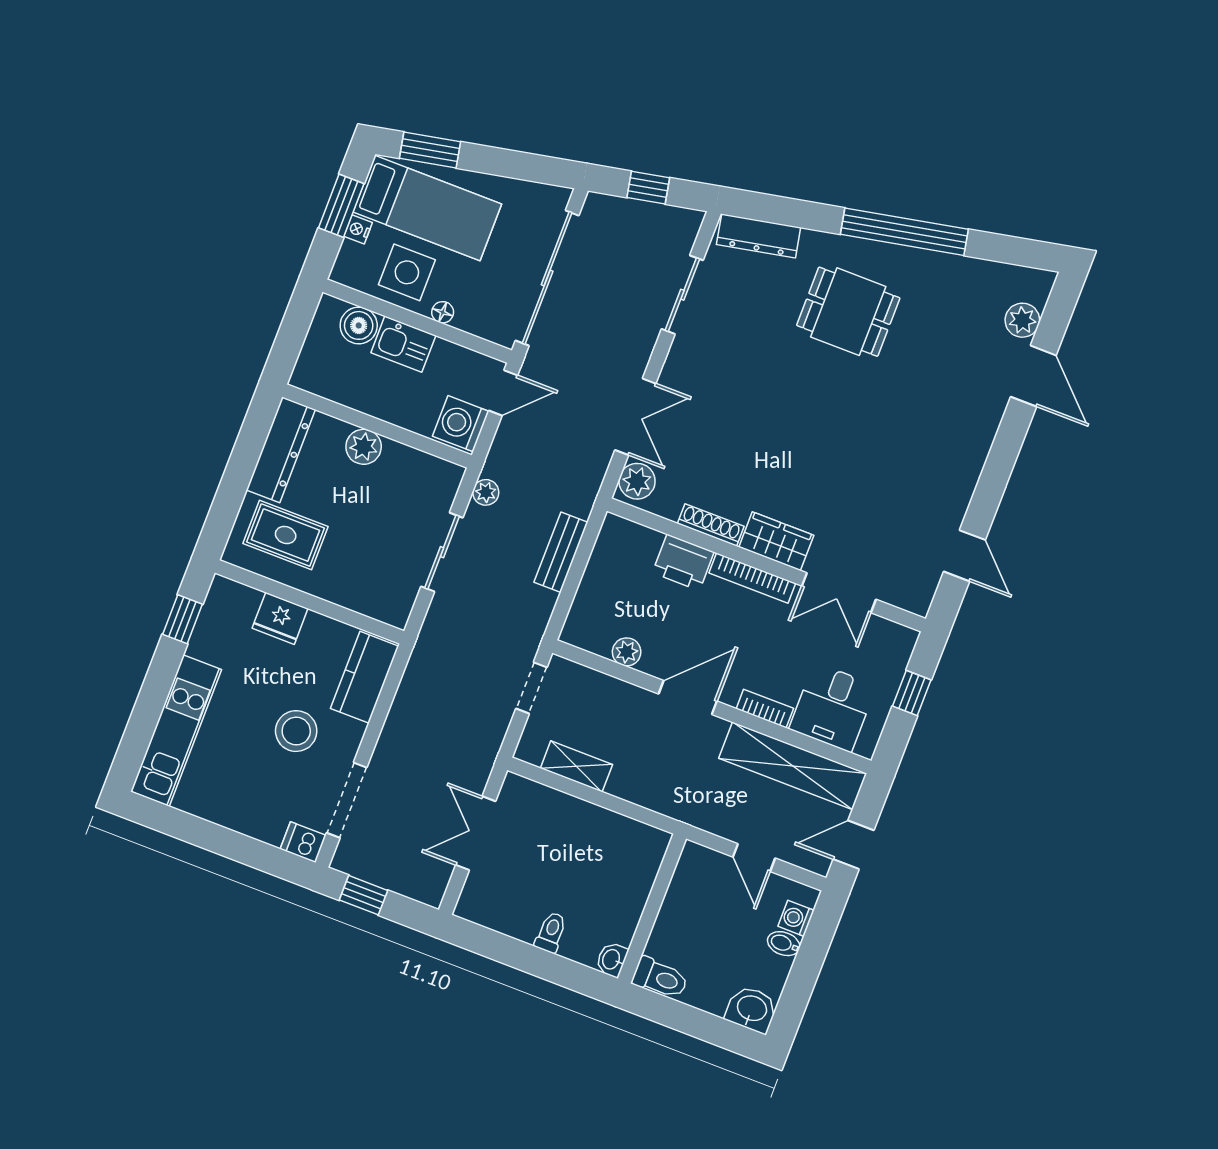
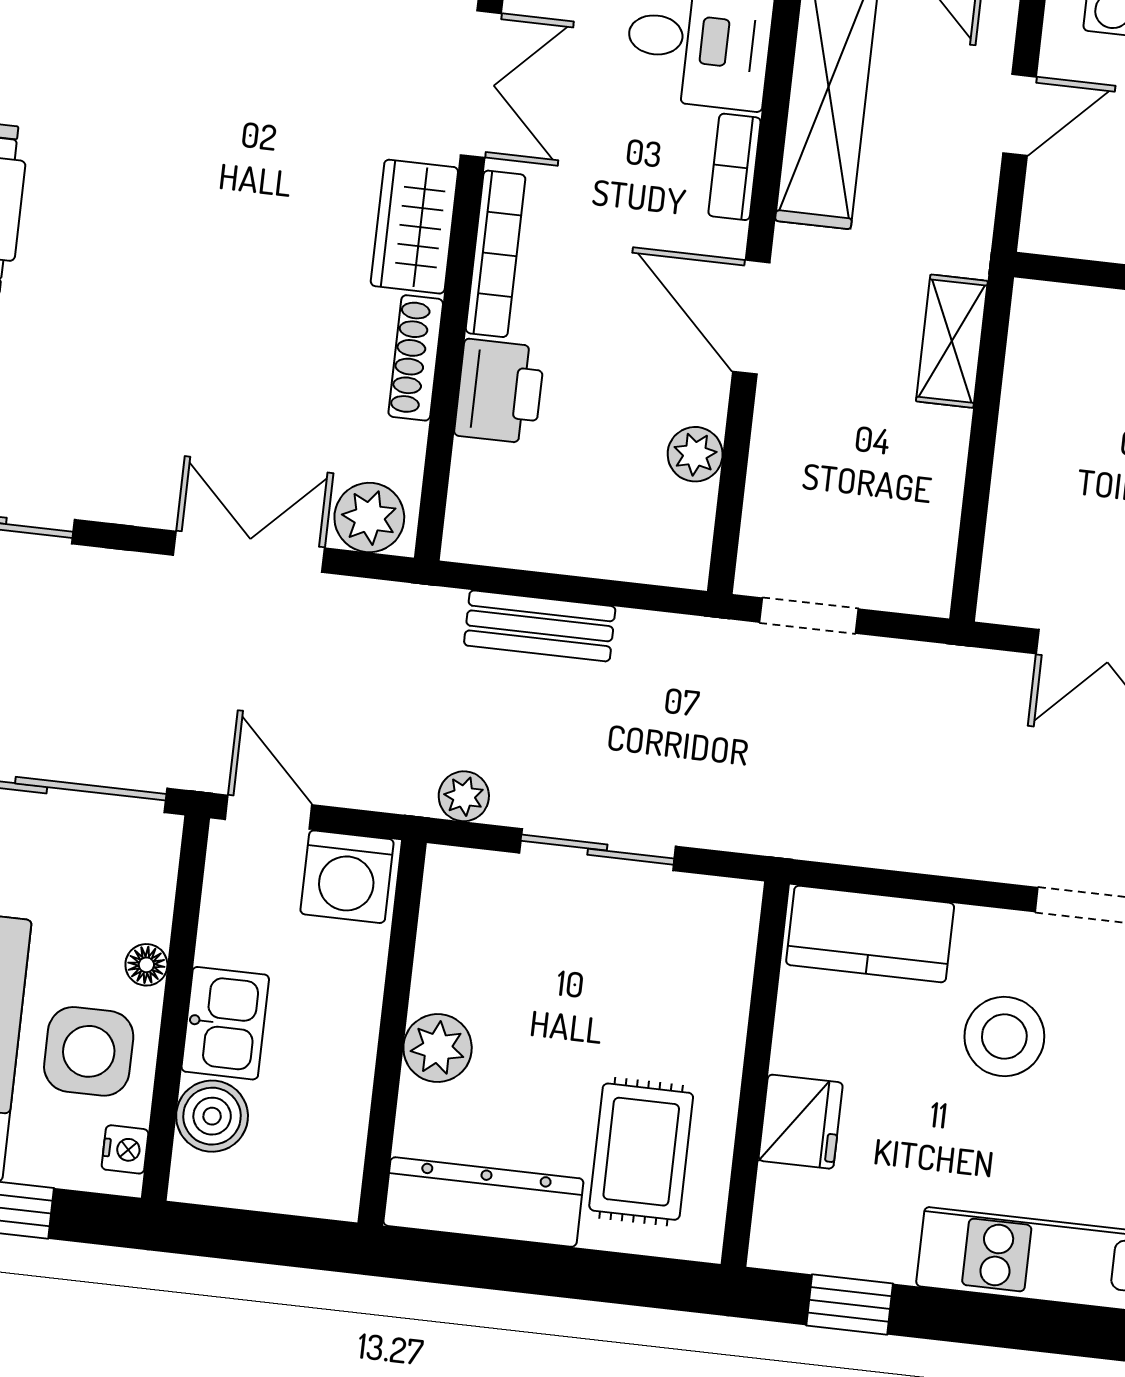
nightstand: (358, 229) -> (125, 1149), moved, turned -90
shelving: (576, 766) -> (952, 341), moved

